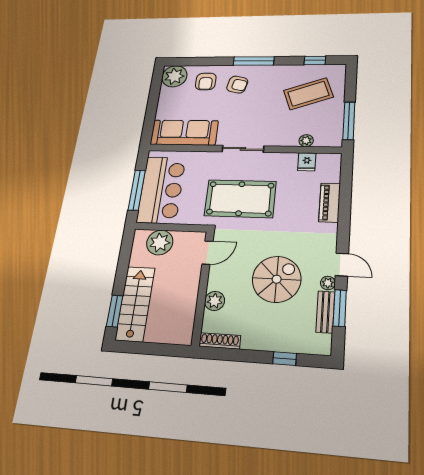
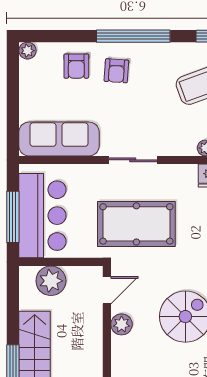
window: (254, 61) -> (133, 36), width x1.46
plant: (174, 76) -> (27, 51), width x0.53, depth x0.53
armchair: (237, 85) -> (116, 71), turned 81
plant: (215, 301) -> (122, 324), moved

